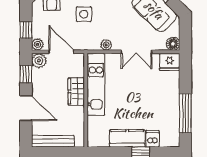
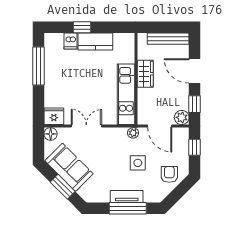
plant: (38, 44) -> (183, 133), removed
plant: (106, 45) -> (133, 133), moved
wardrobe: (76, 91) -> (145, 74), moved

